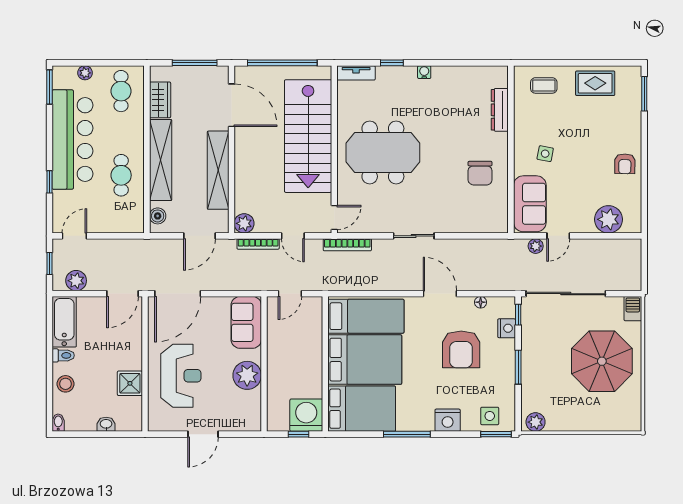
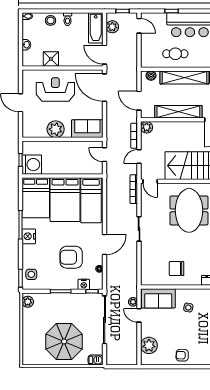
bathtub: (64, 322) -> (96, 28), moved, turned 90
reception desk: (181, 376) -> (55, 90), turned 180
nightstand: (448, 420) -> (29, 236), moved

